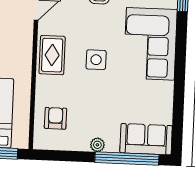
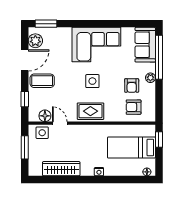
corner sofa: (150, 44) -> (96, 44), moved
armchair: (87, 117) -> (132, 86), added

